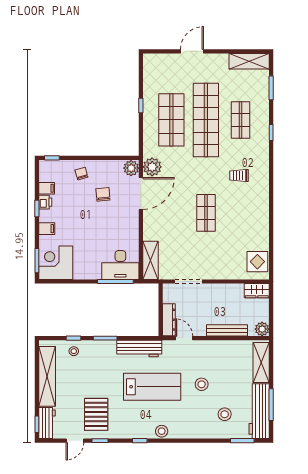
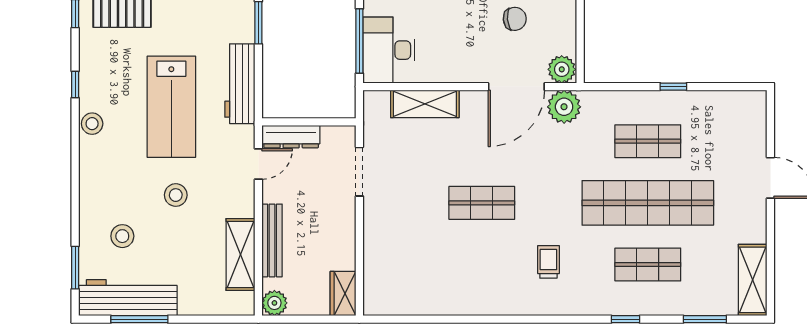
shop shelf: (171, 120) -> (648, 141), width x0.70, depth x0.74
door: (141, 194) -> (516, 87), hinge flipped
shelving: (151, 260) -> (425, 104), moved
display table: (257, 262) -> (395, 295), removed
shelving: (261, 362) -> (240, 254), moved, turned 90

